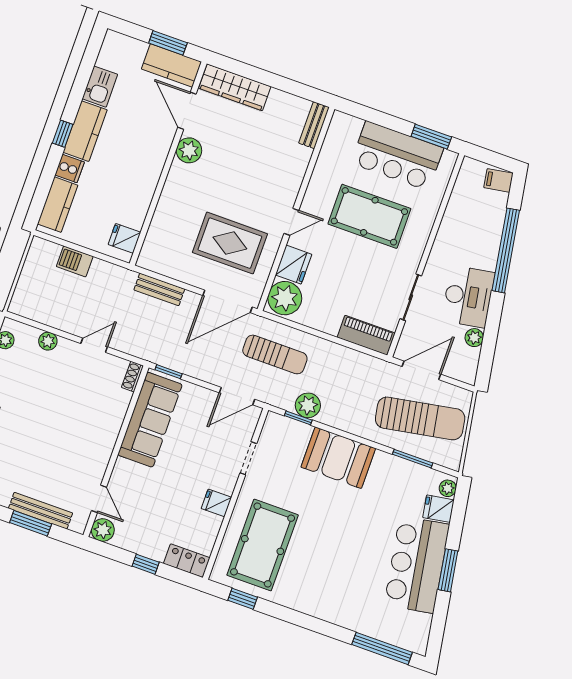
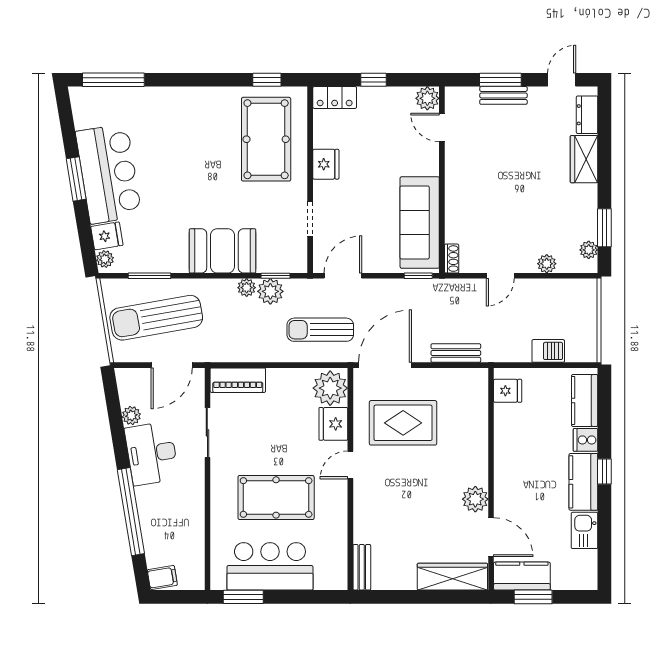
plant: (328, 417) -> (247, 288), added
fridge: (216, 503) -> (326, 164), width x1.38
bench: (41, 511) -> (503, 95), width x0.73

